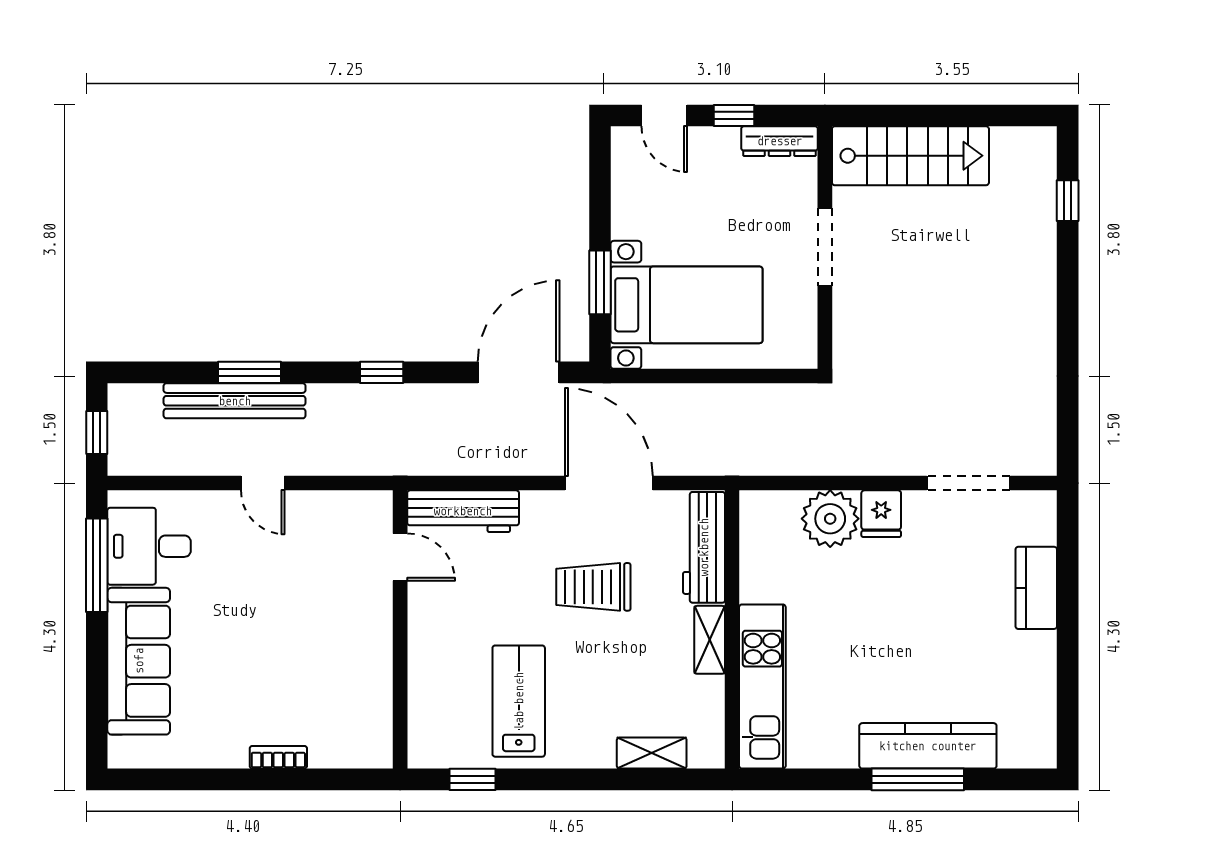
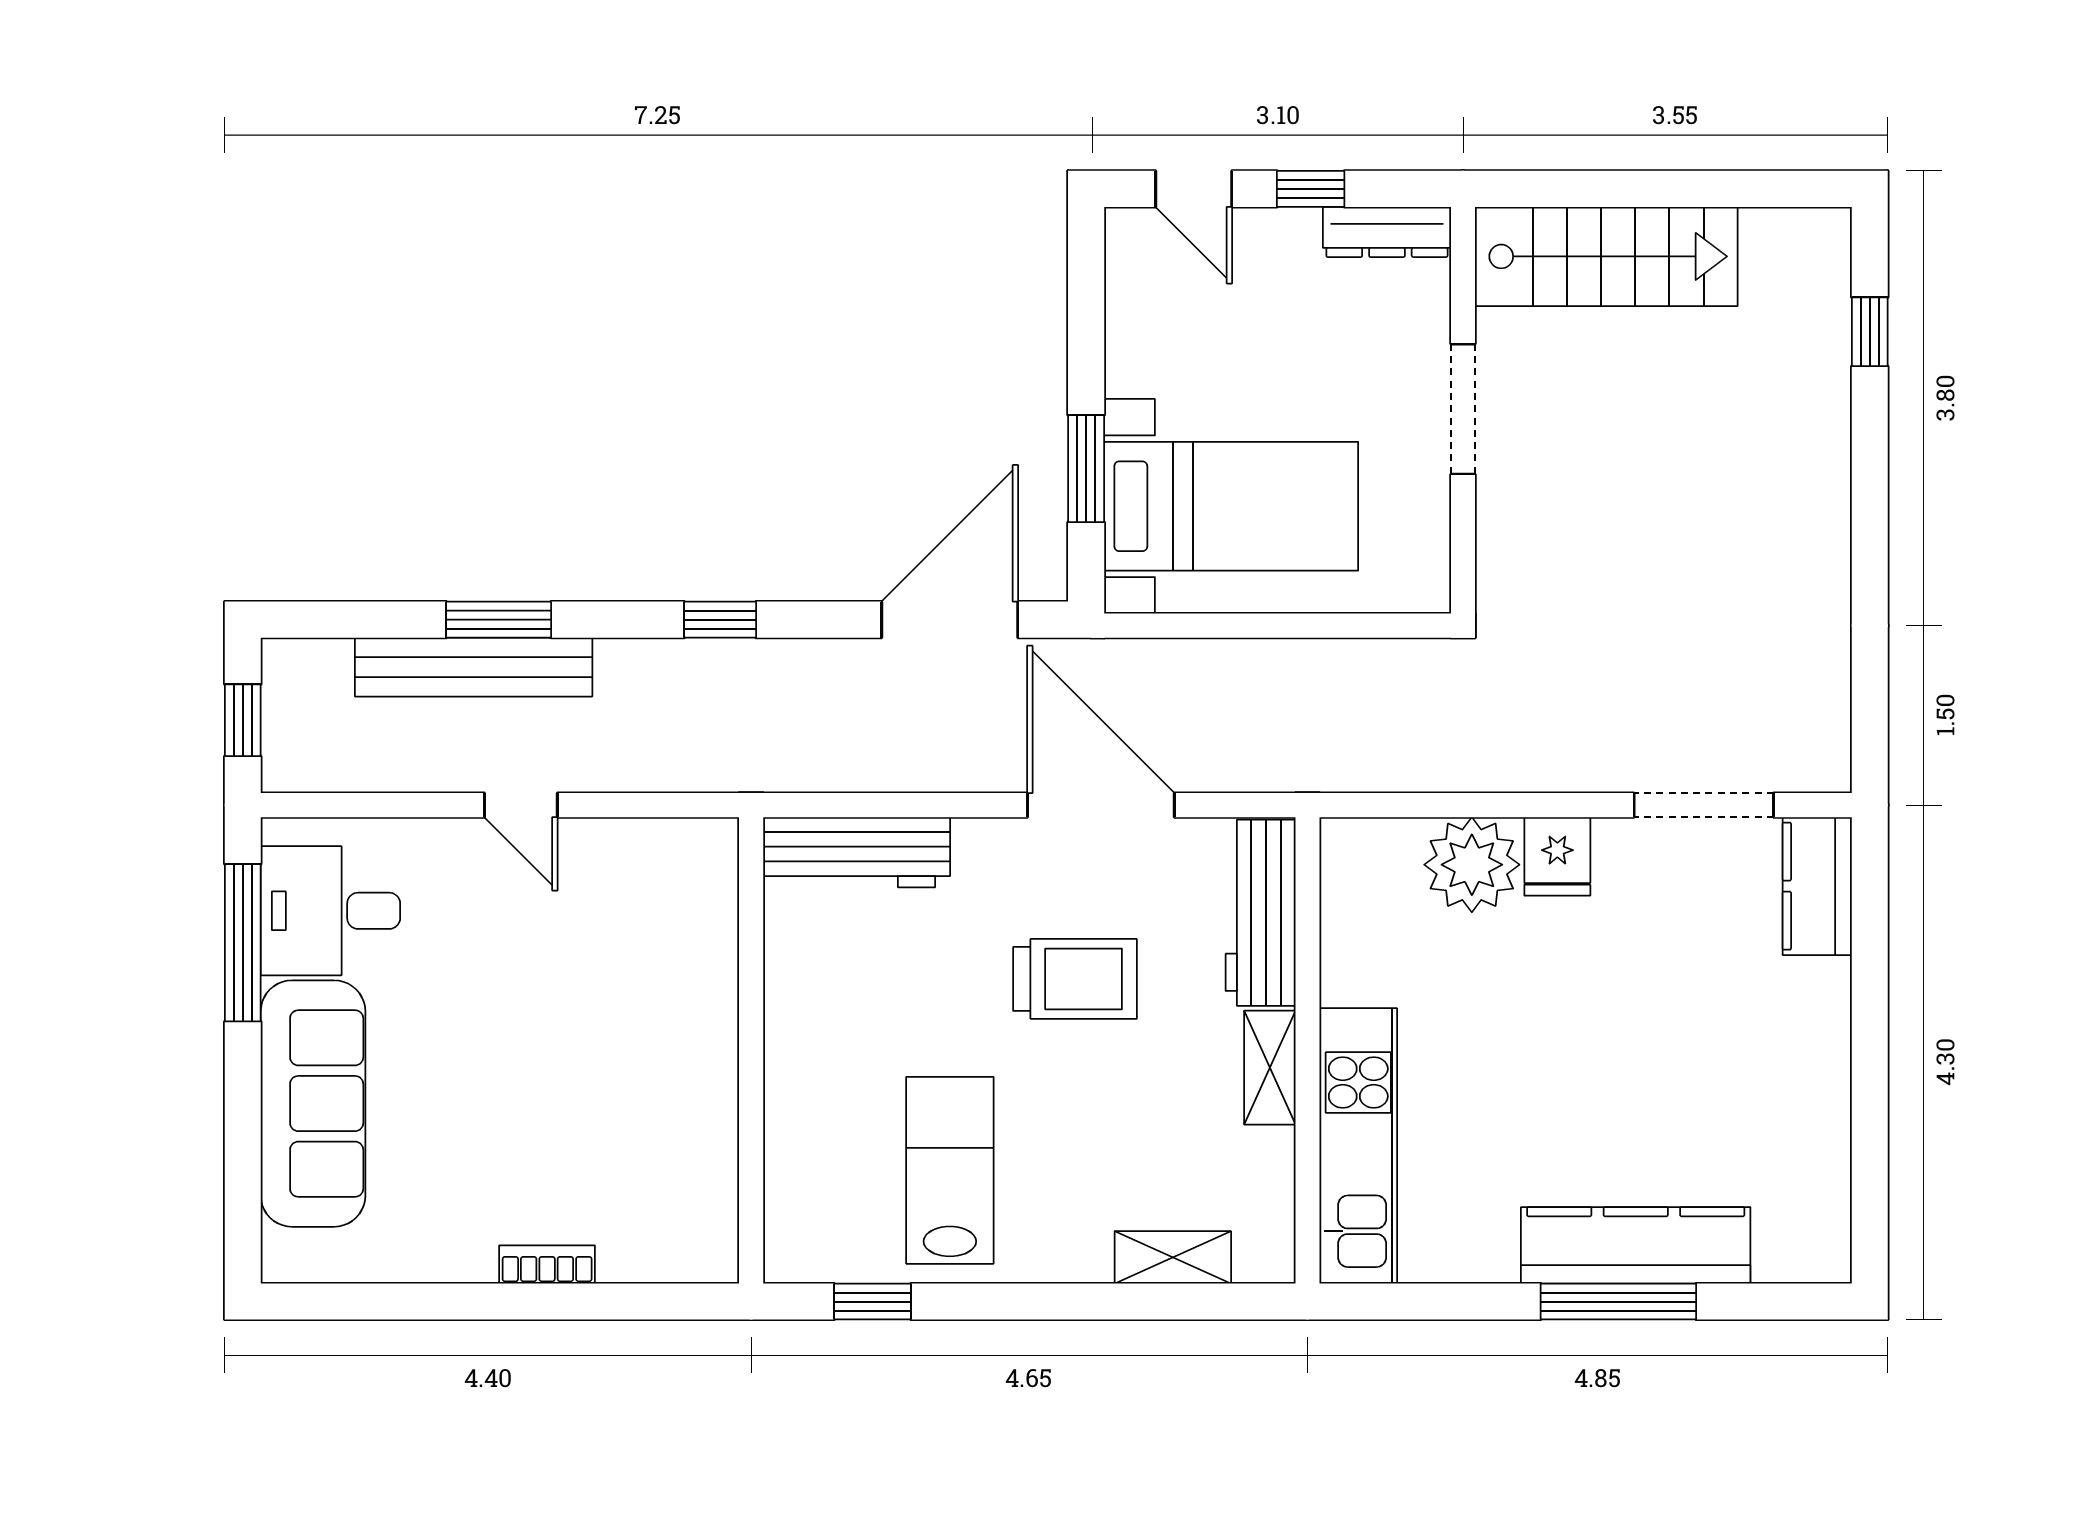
door: (400, 557) -> (751, 929), removed
trolley: (593, 587) -> (1075, 979), turned 180
kitchen counter: (1036, 588) -> (1817, 886), moved

